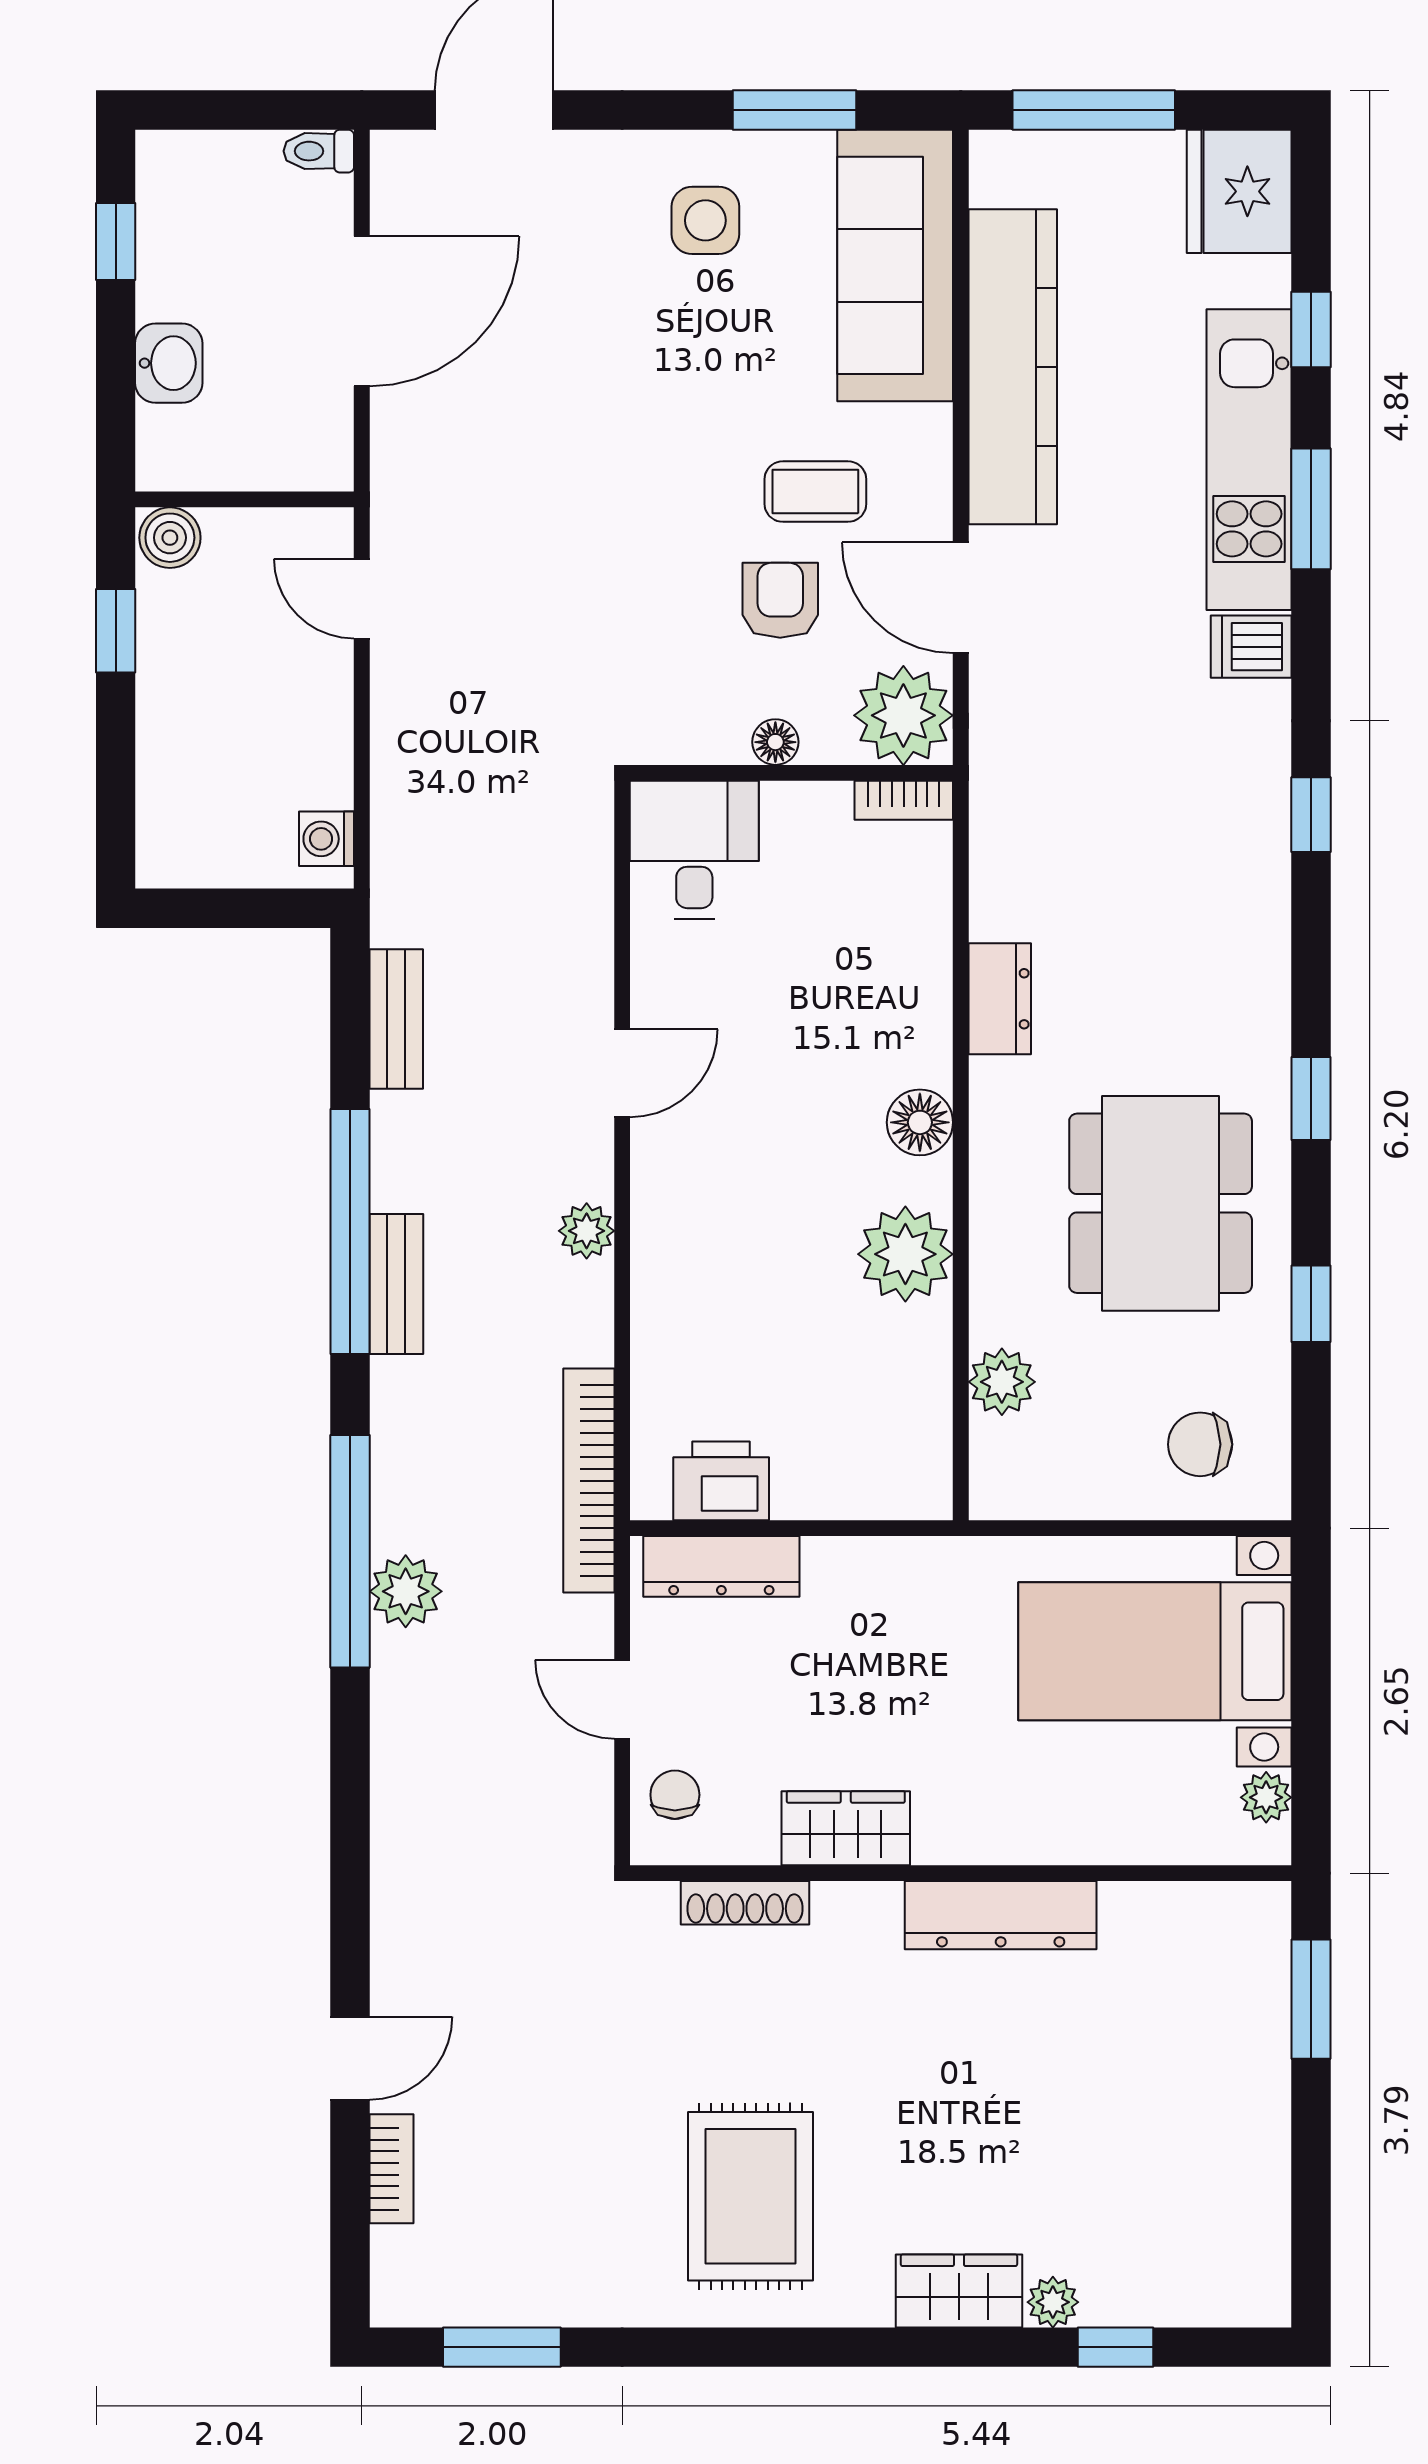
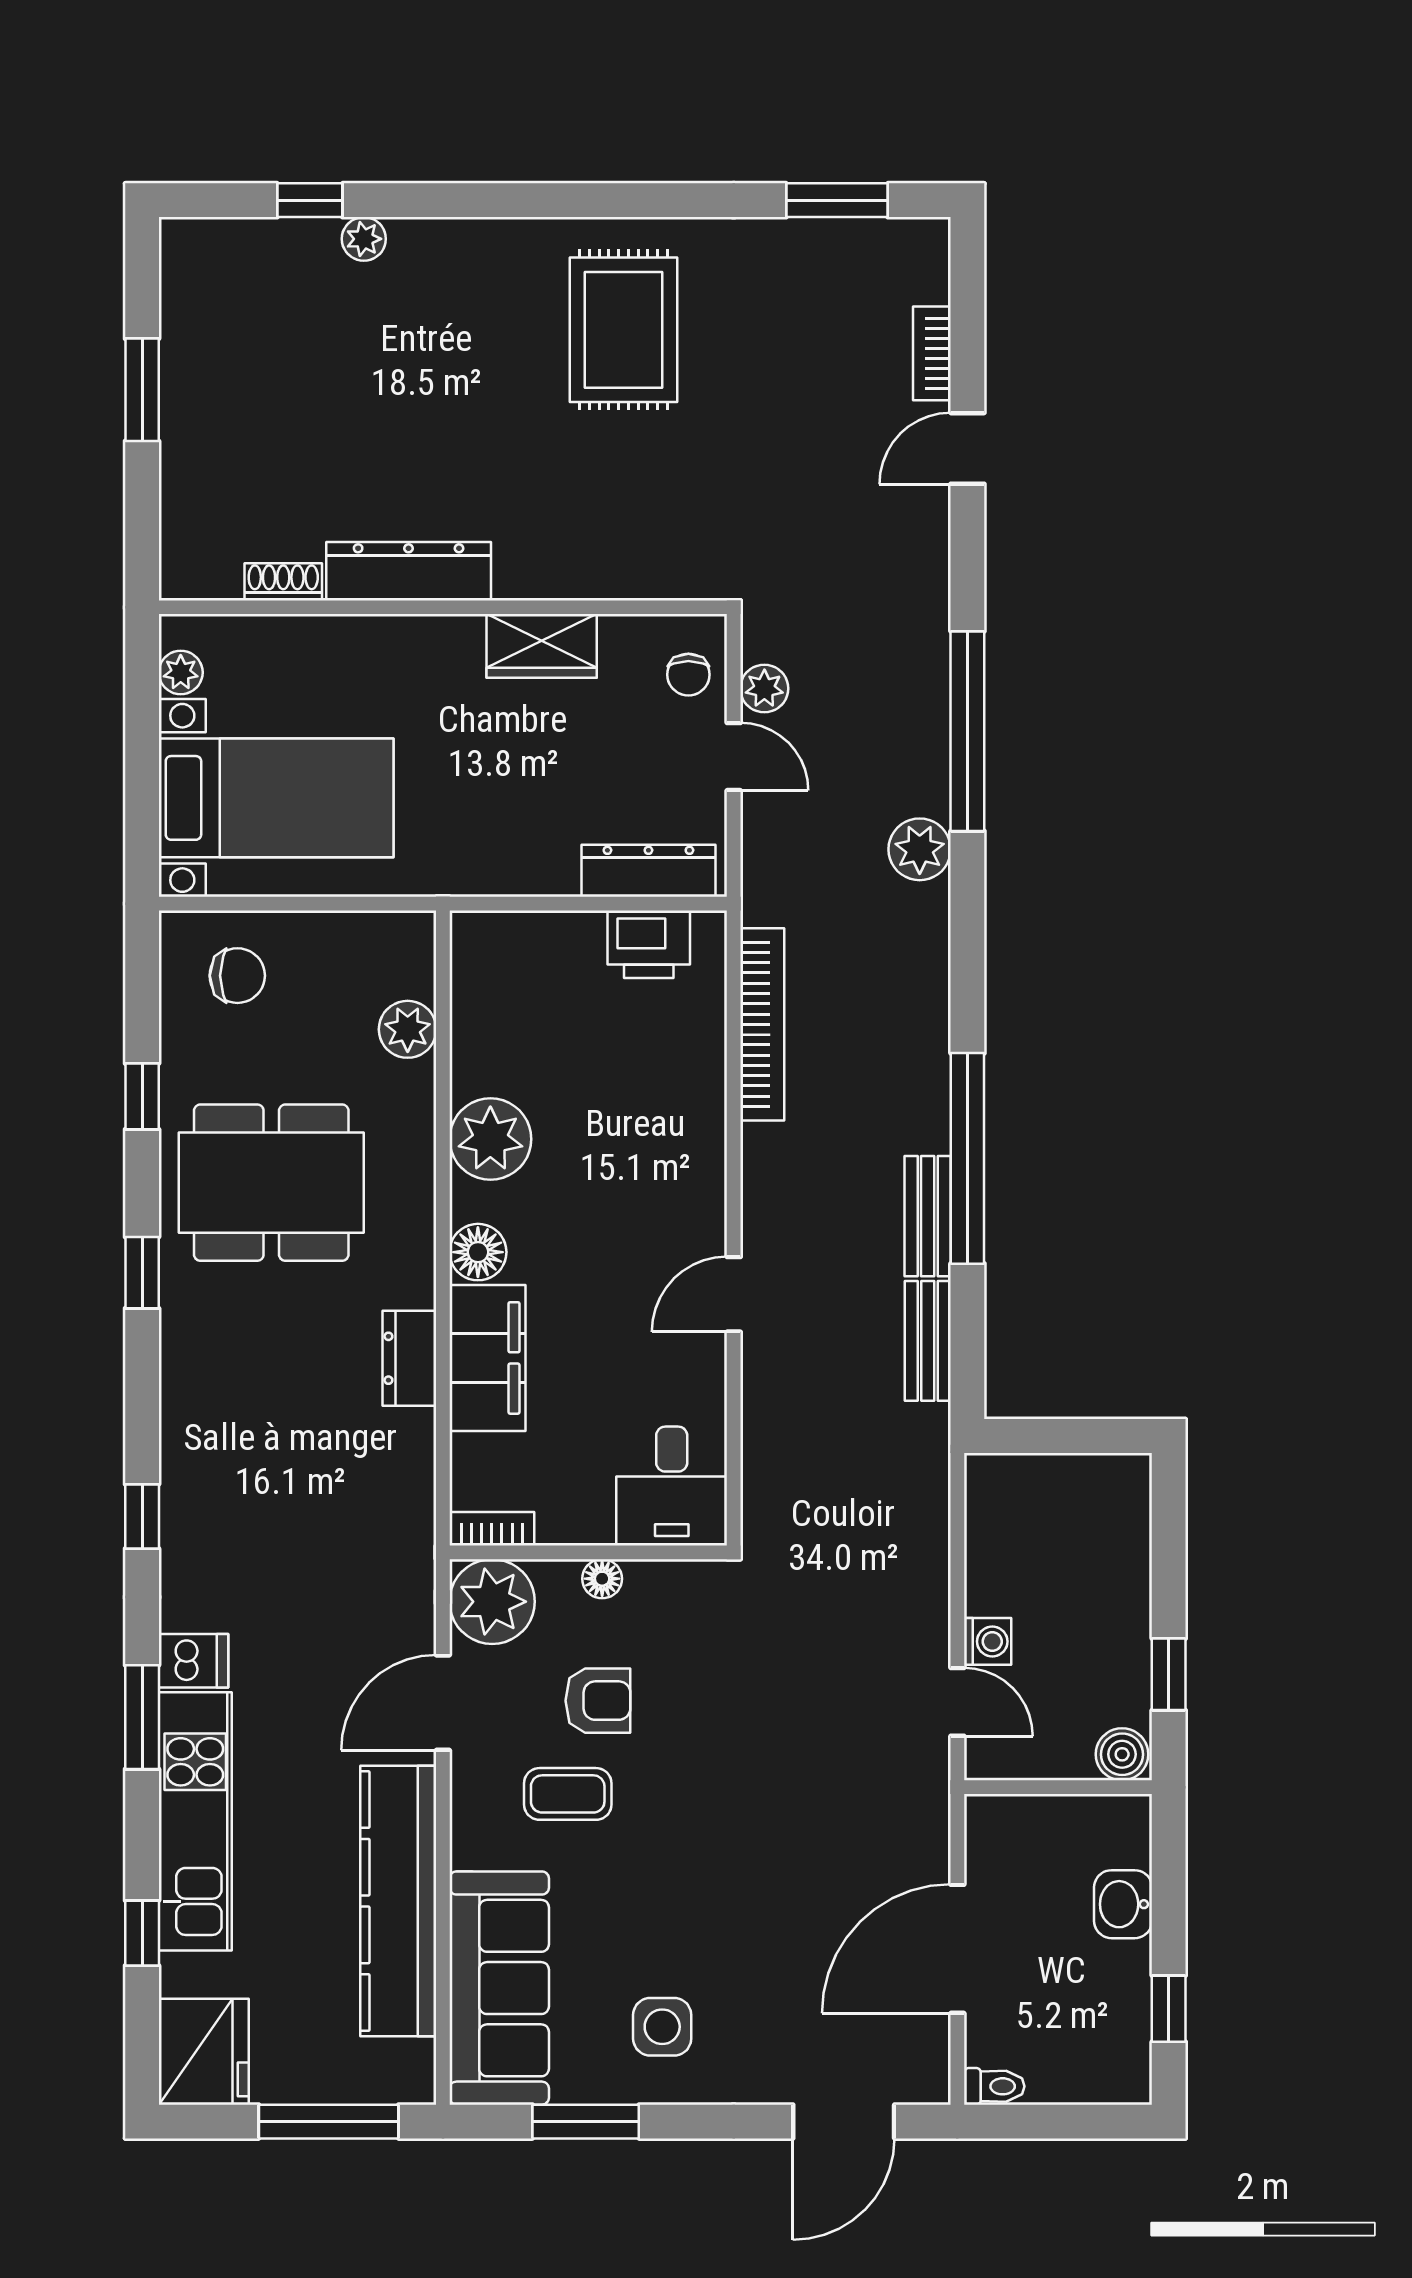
window: (1311, 509) -> (142, 1717), moved
door: (961, 598) -> (443, 1703), swing flipped
armchair: (780, 600) -> (598, 1701), turned -90
washing machine: (327, 839) -> (988, 1641), moved
filing cabinet: (909, 999) -> (487, 1358), added
dining table: (1161, 1203) -> (271, 1183), turned 90
plant: (587, 1231) -> (764, 688), moved
bench: (396, 1284) -> (928, 1216), moved
bookcase: (589, 1481) -> (762, 1024), moved
window: (350, 1551) -> (967, 731), moved
shoe rack: (745, 1903) -> (283, 582), moved, width x0.70
window: (1311, 1999) -> (142, 390), moved
wardrobe: (959, 2291) -> (444, 248), removed

